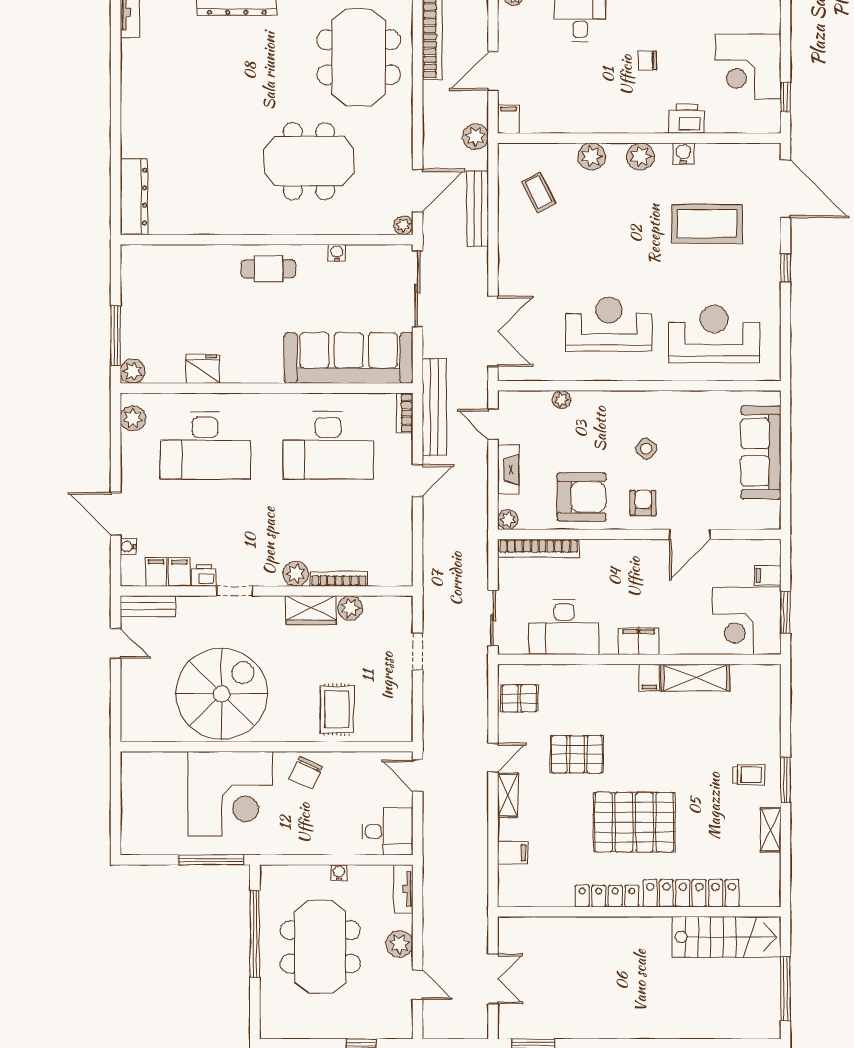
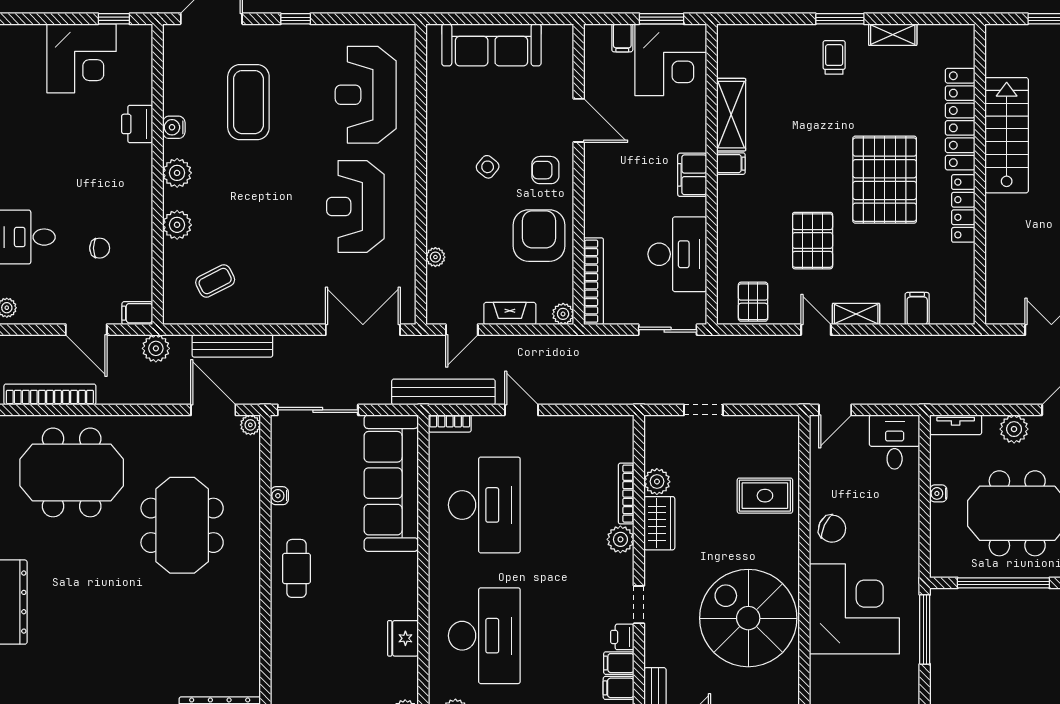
chair: (647, 60) -> (100, 248), moved, turned -90
stairs: (727, 937) -> (1007, 135), moved

